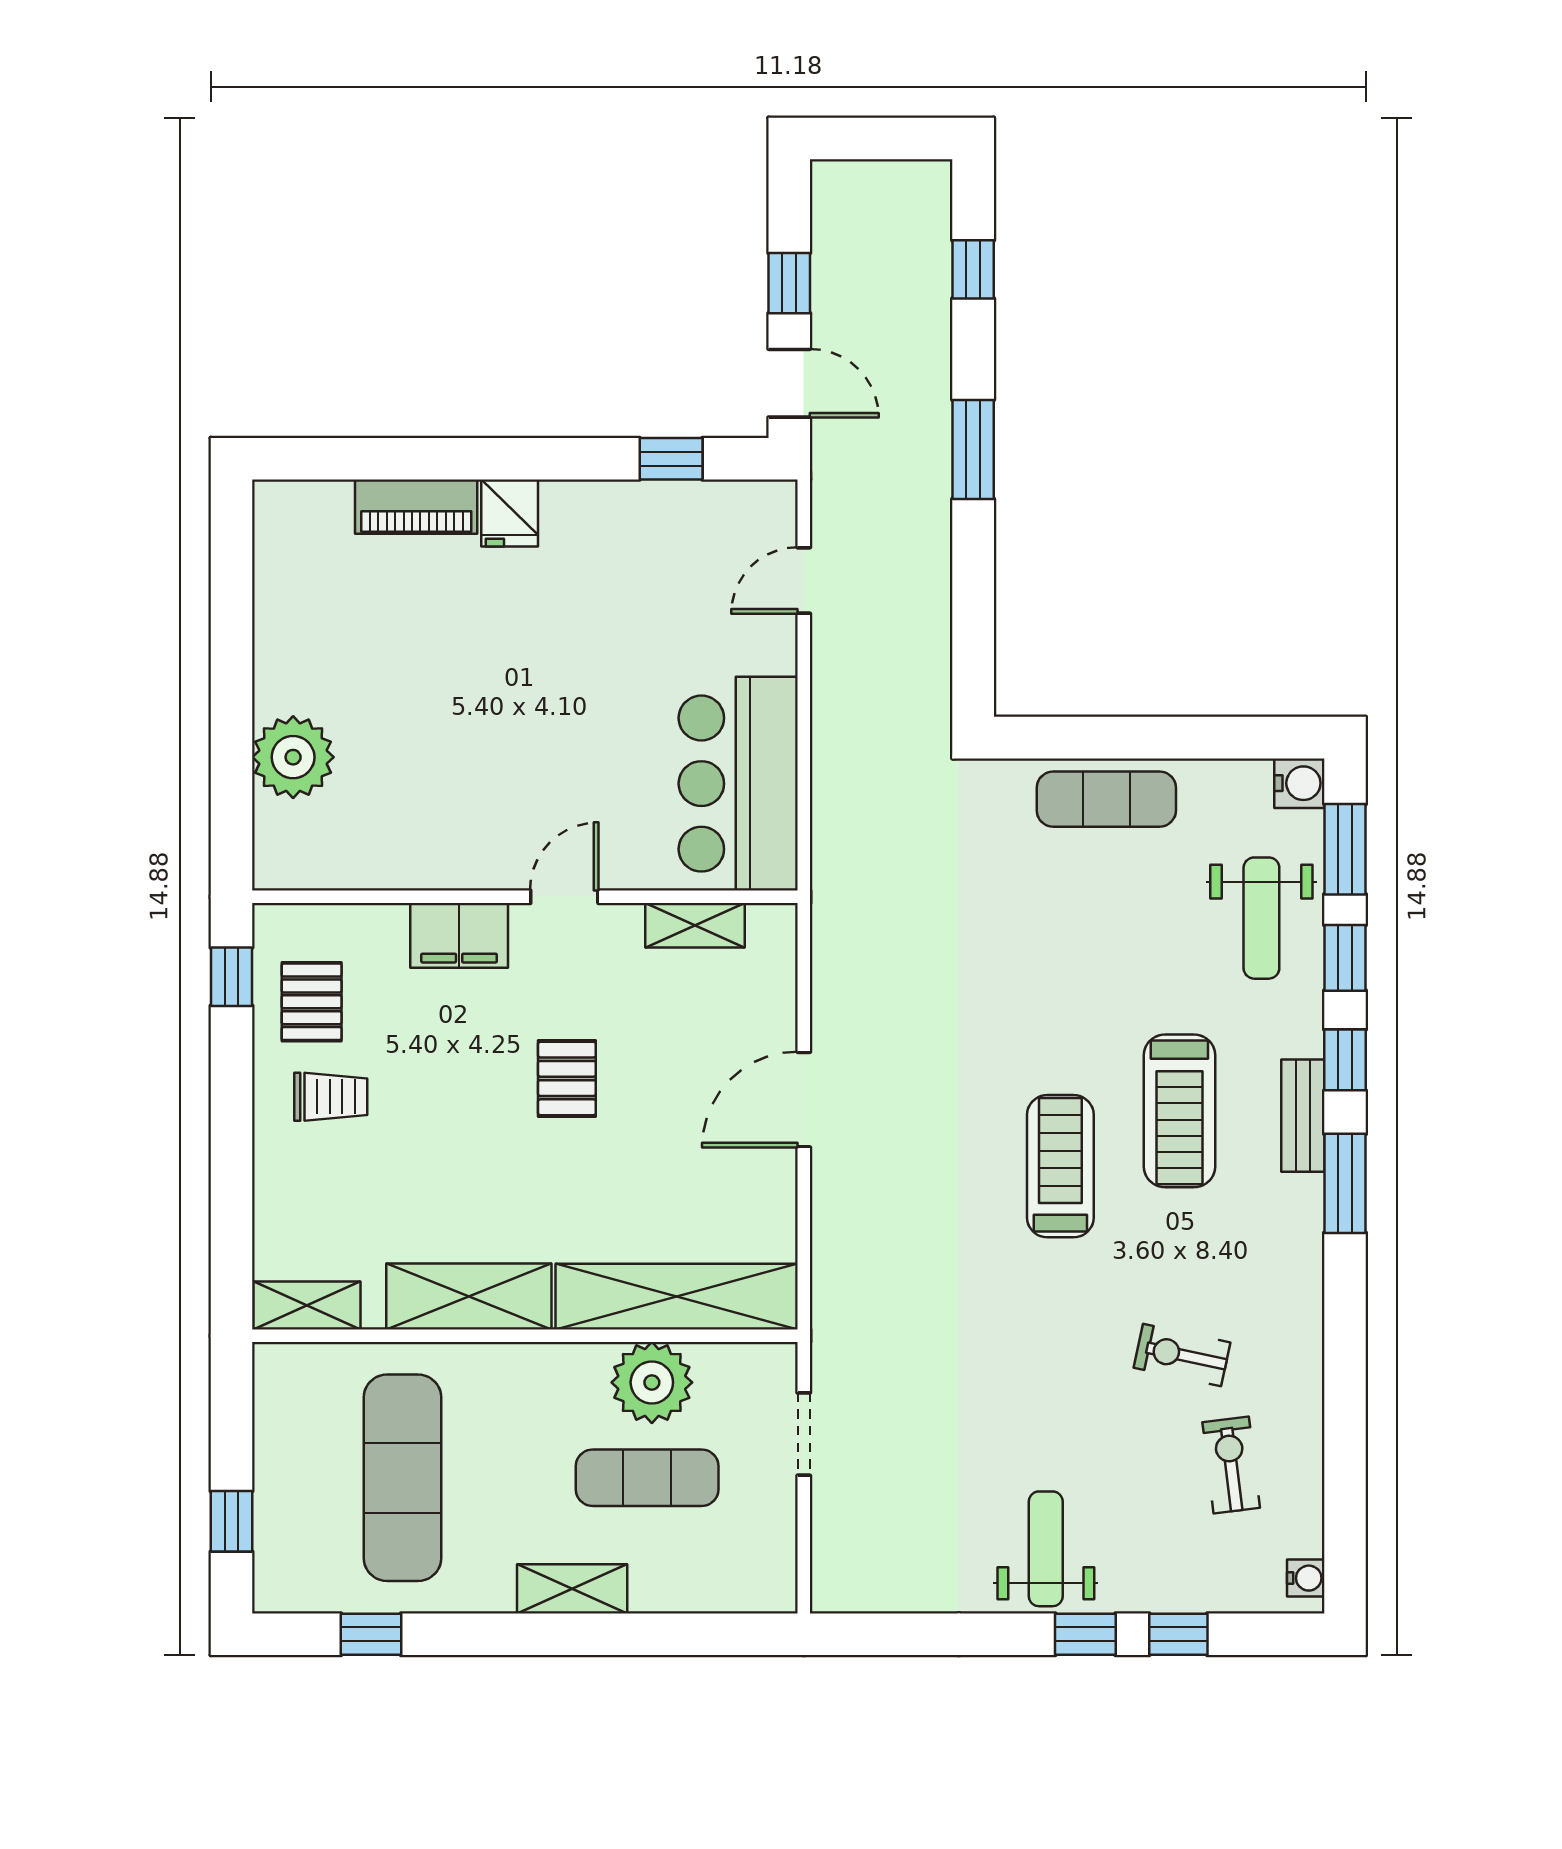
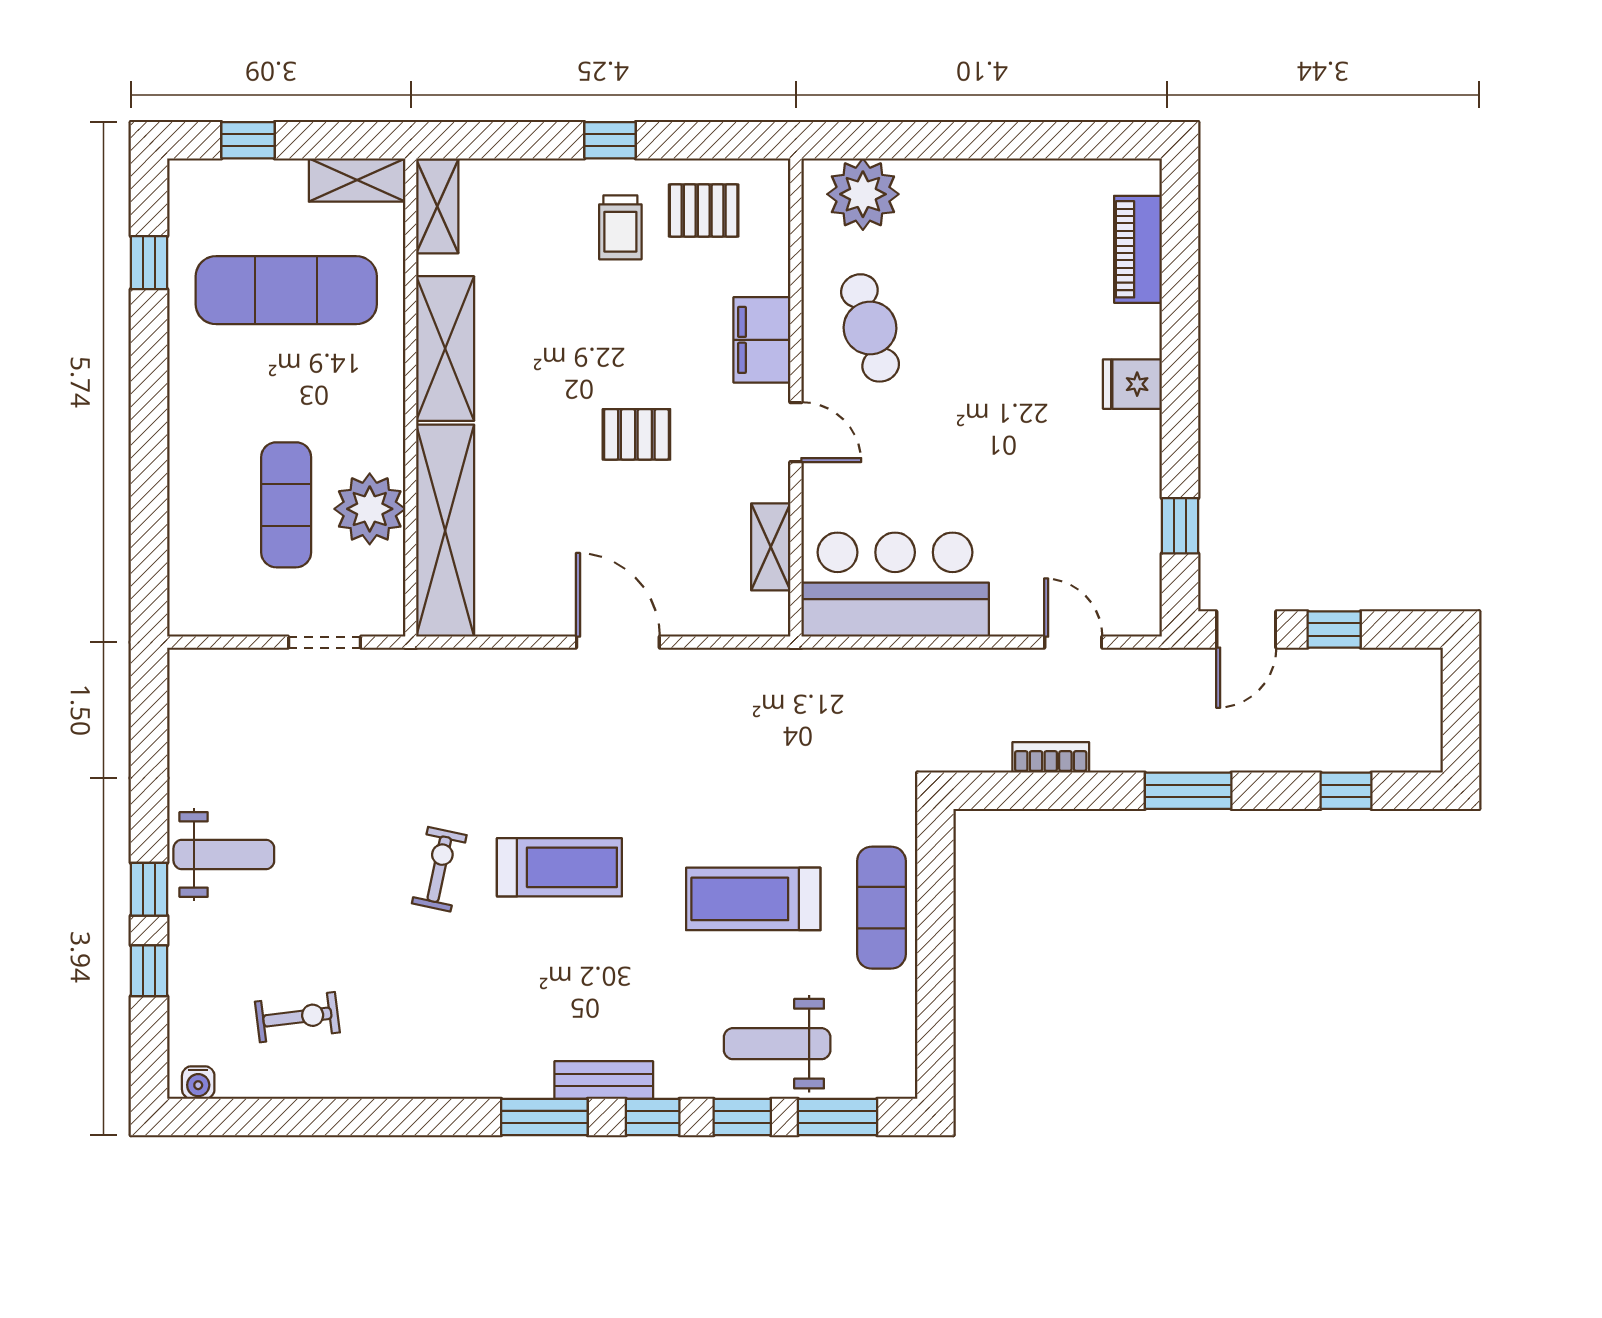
piano: (416, 507) -> (1138, 249), moved
bookcase: (935, 606) -> (1051, 757), added
plant: (293, 757) -> (863, 194), moved
water cooler: (1299, 783) -> (895, 1077), removed
cafe table: (446, 812) -> (870, 328), added
window: (231, 977) -> (610, 140), moved
treadmill: (1179, 1111) -> (753, 899), moved
exercise bike: (1182, 1355) -> (439, 869), moved
shelving: (572, 1589) -> (357, 180), moved, turned 90

